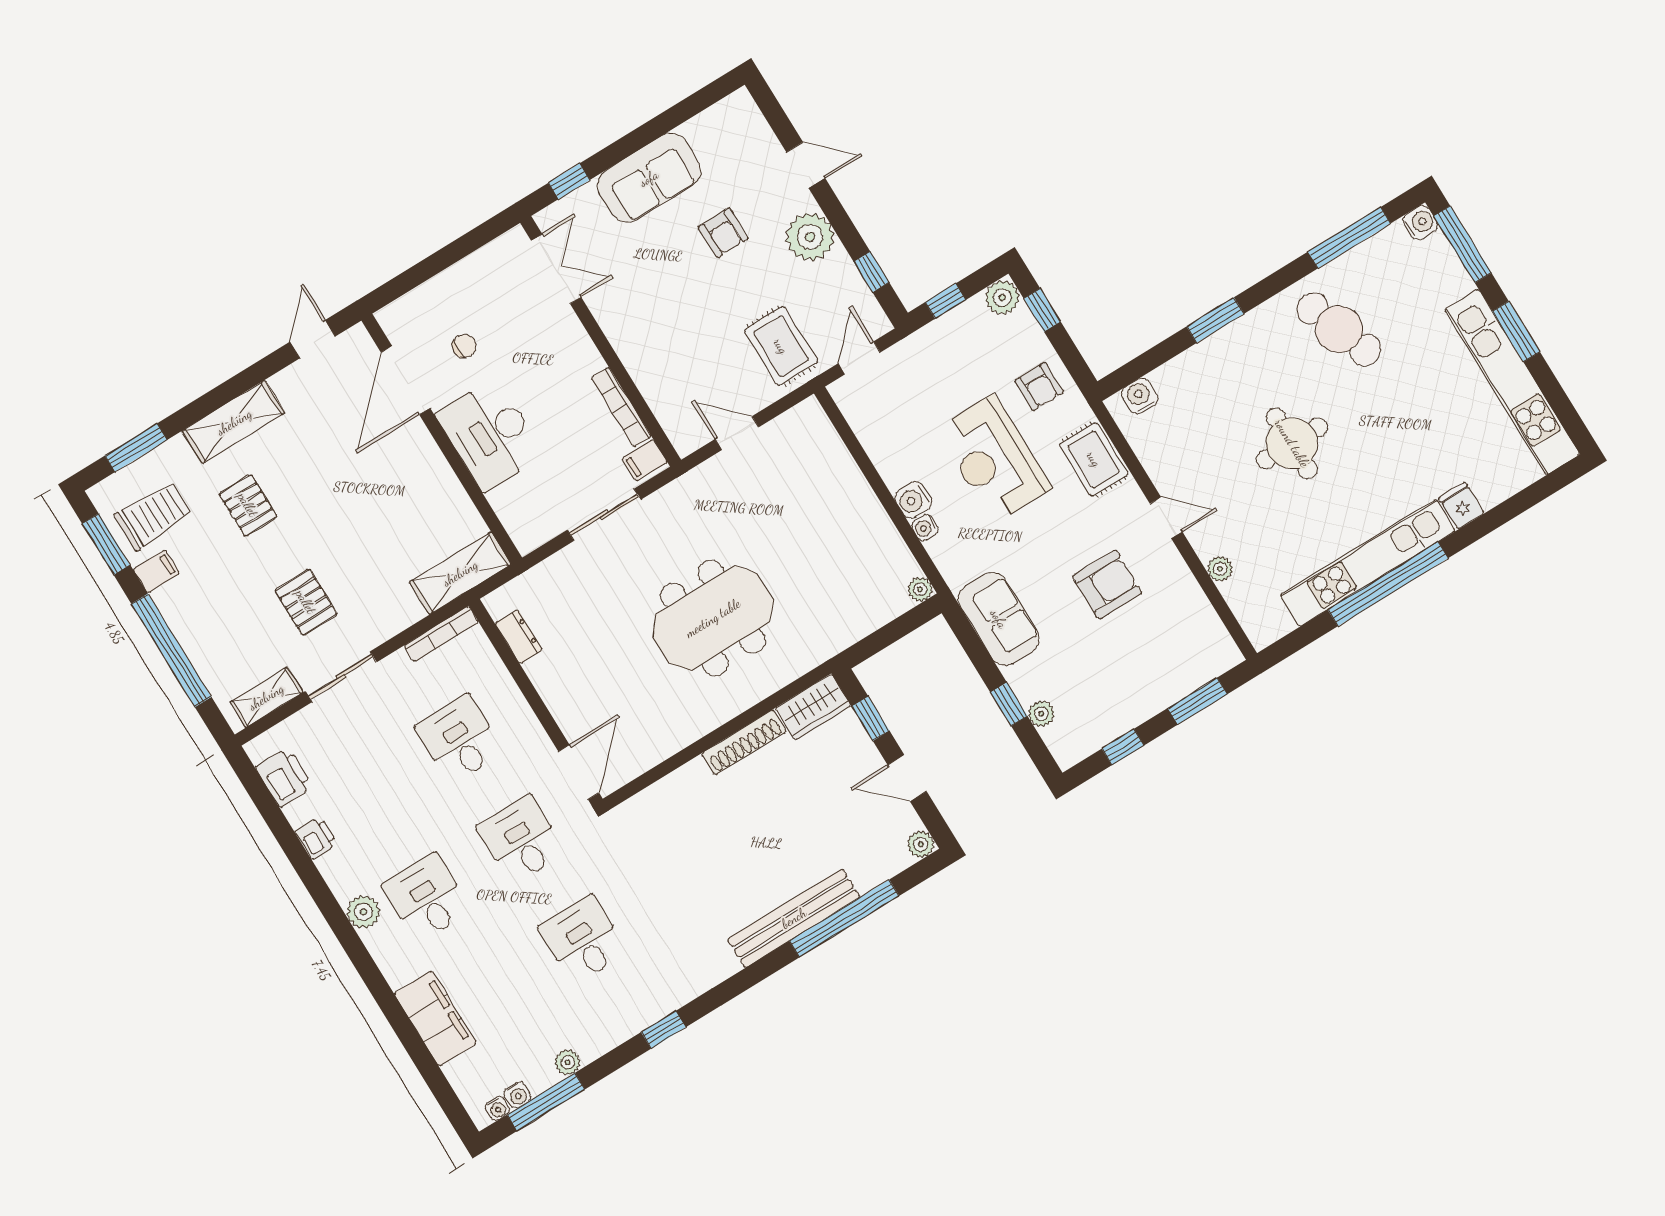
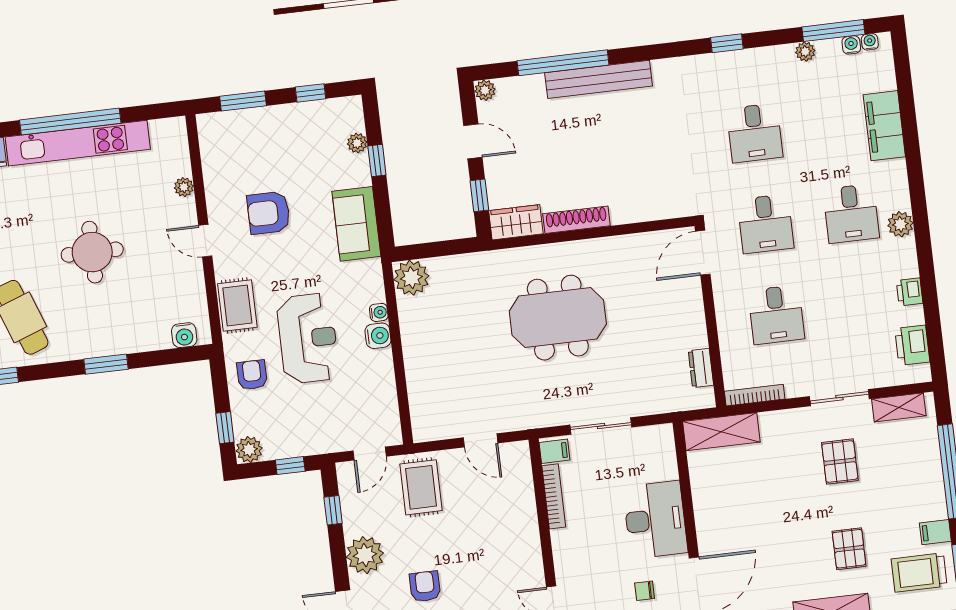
plant: (920, 589) -> (411, 278), width x1.88, depth x1.88

